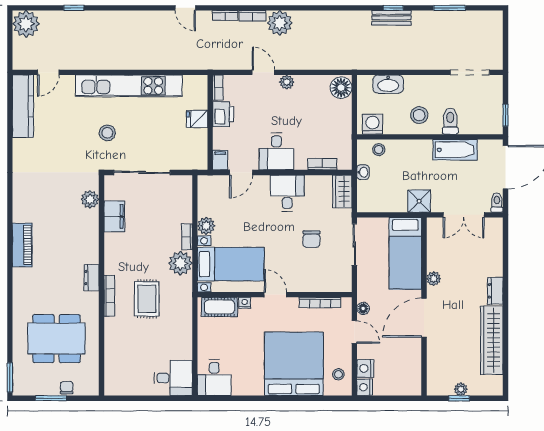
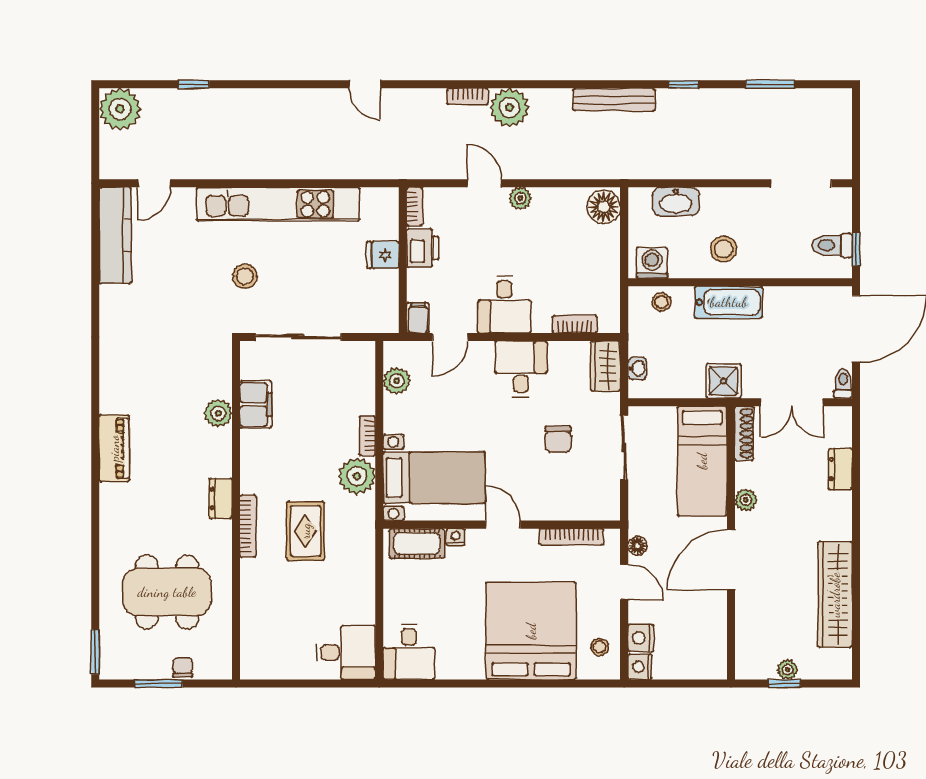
bookcase: (225, 15) -> (426, 96), removed
bench: (391, 18) -> (614, 100), moved, width x1.36
toilet: (450, 121) -> (832, 245), moved, turned -90
bathtub: (455, 150) -> (729, 302), moved
washbasin: (363, 172) -> (637, 368), moved
plant: (90, 199) -> (218, 413), moved
plant: (206, 226) -> (397, 381), moved
shoe rack: (433, 235) -> (744, 433), added
dresser: (495, 291) -> (840, 469), moved

